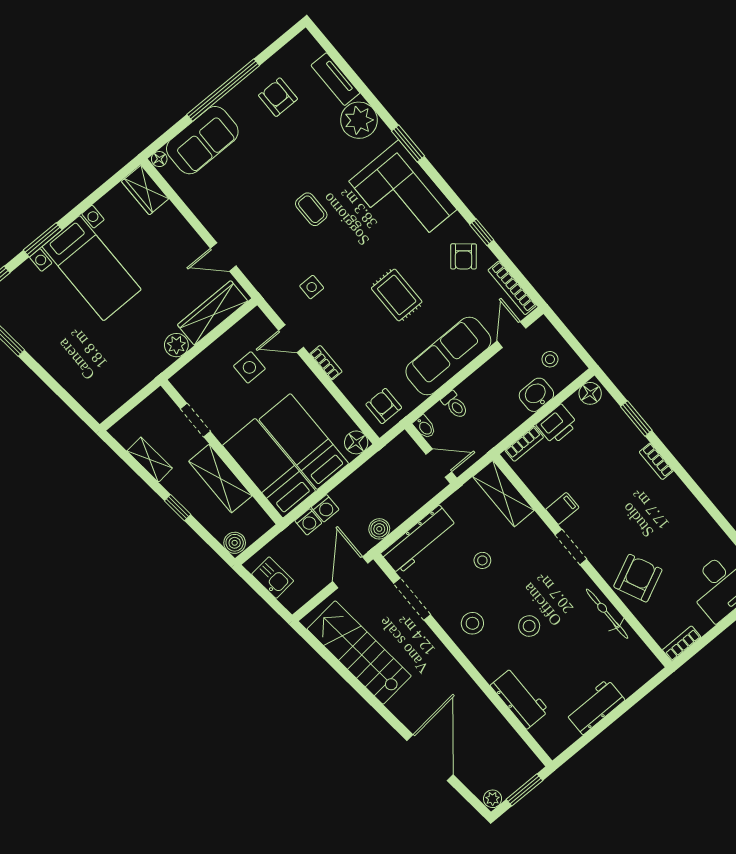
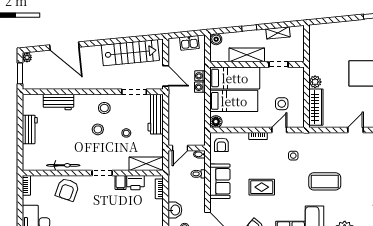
coffee table: (311, 209) -> (325, 181), width x1.86, depth x1.72
door: (223, 257) -> (355, 130), moved
sofa: (448, 356) -> (220, 181), width x0.73
armchair: (384, 406) -> (221, 145), turned 90
printer: (557, 424) -> (135, 183), moved, turned -90
boiler: (379, 529) -> (173, 102), removed
armchair: (638, 578) -> (67, 190), turned 44
stool: (529, 626) -> (98, 129), moved

